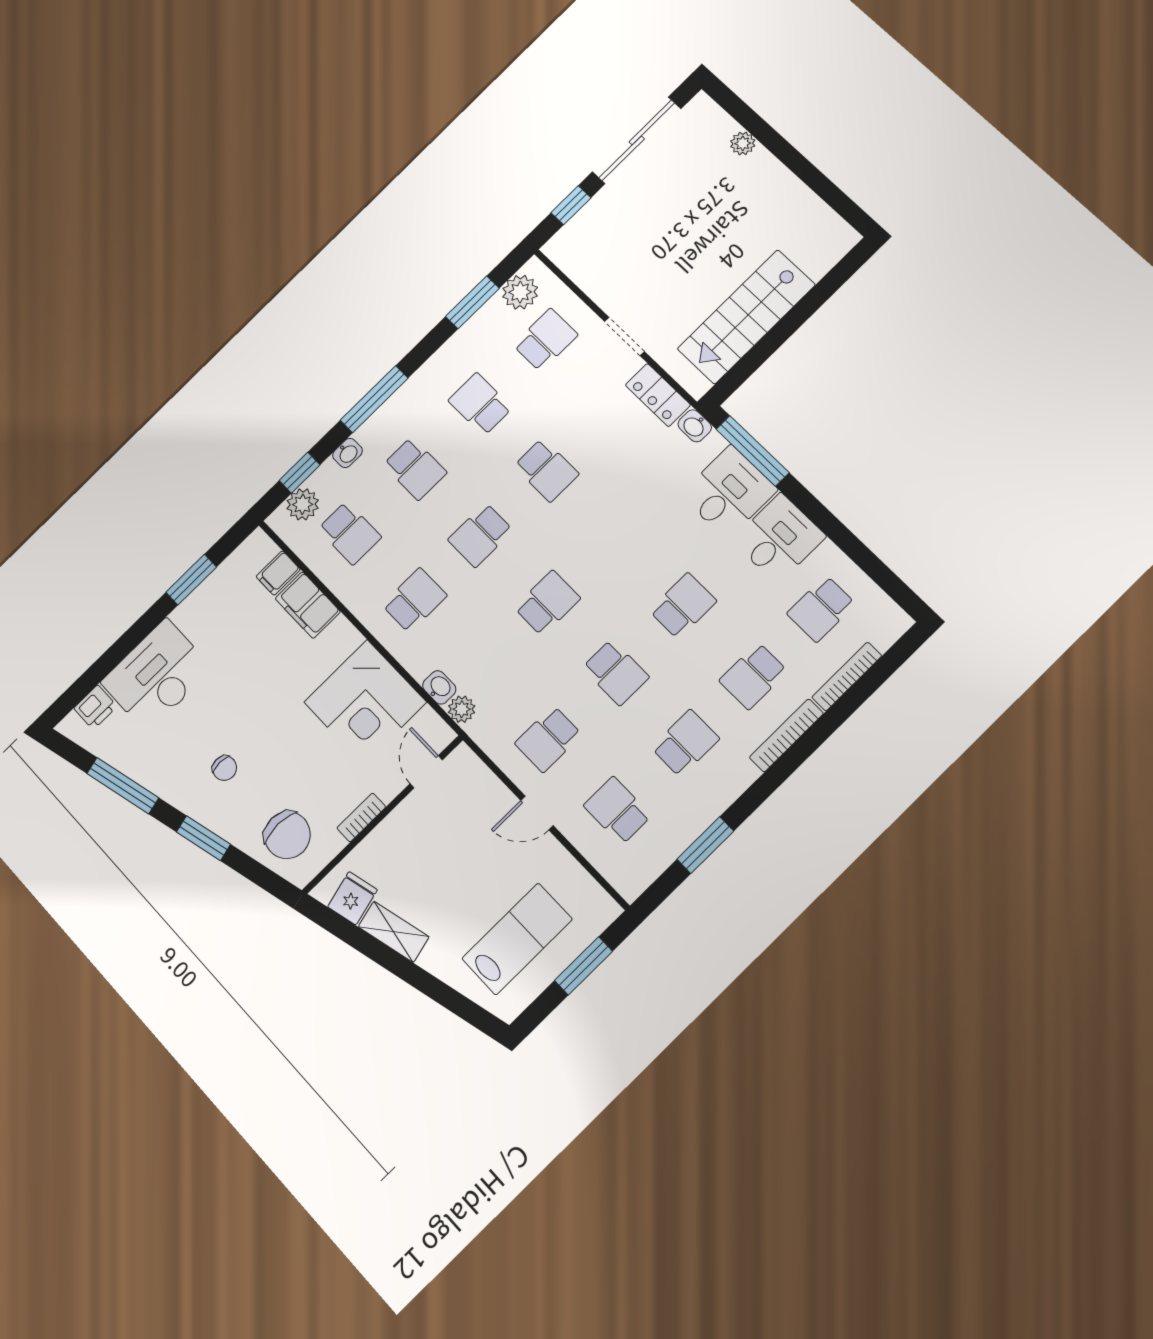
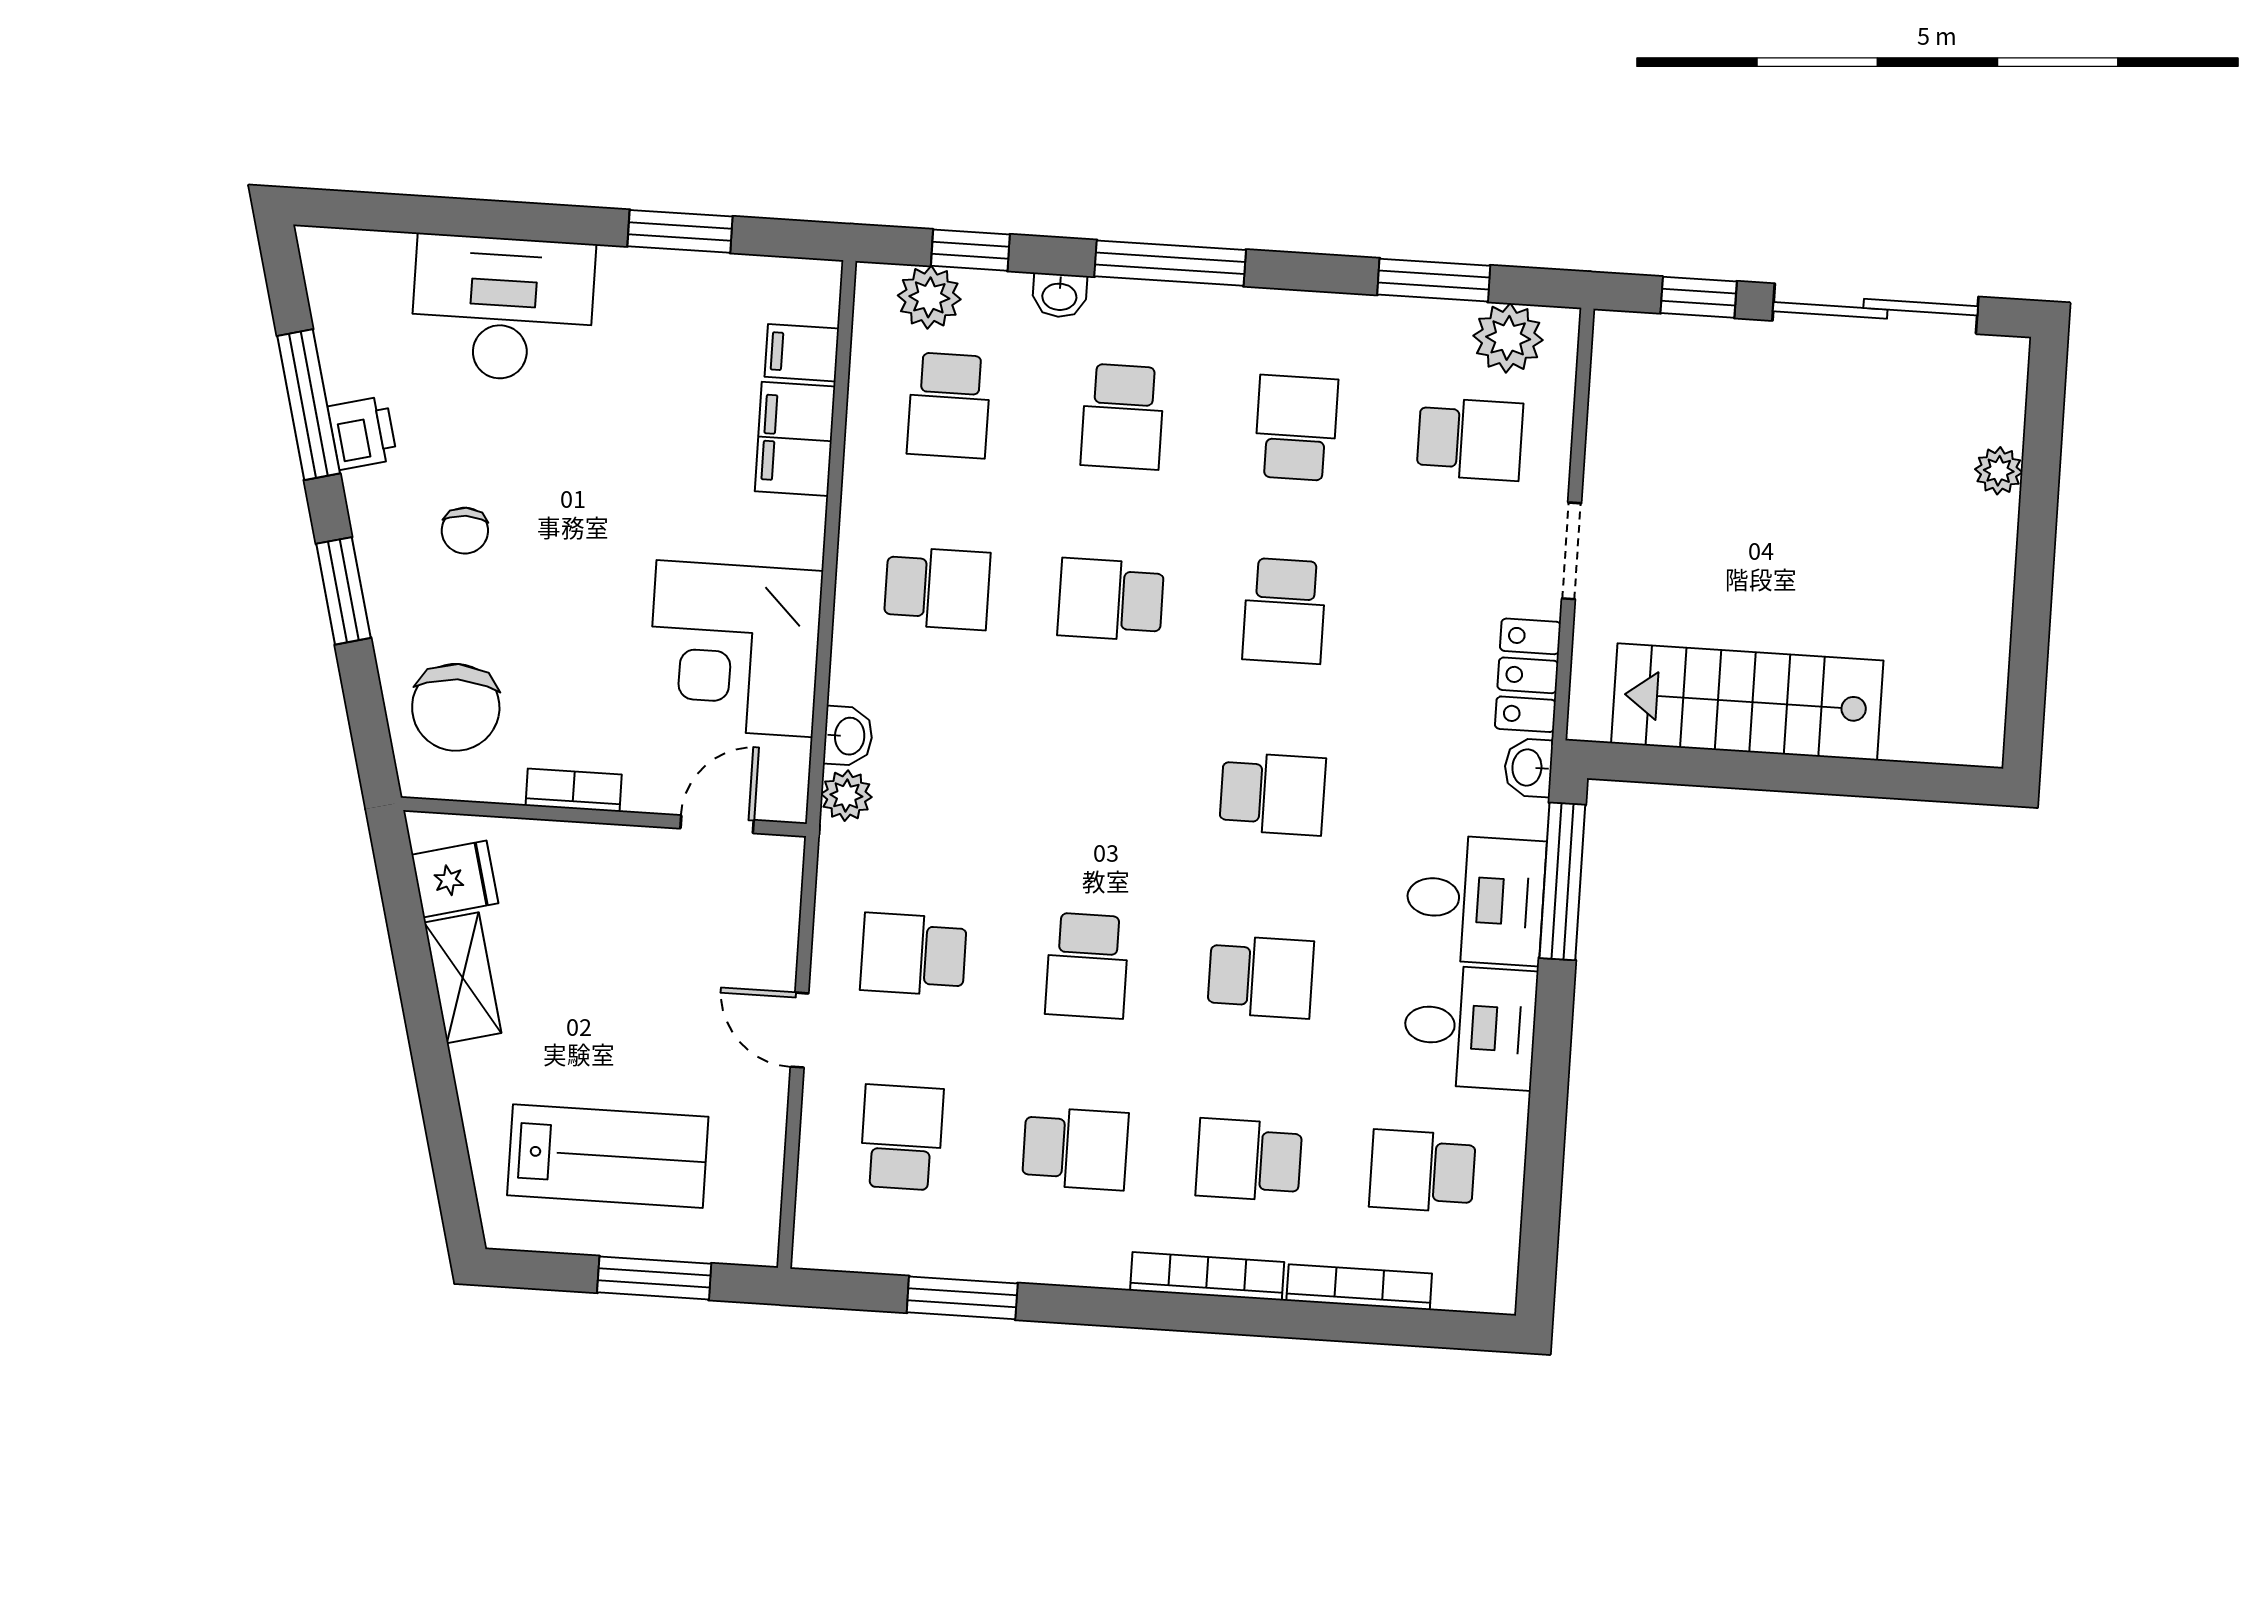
school desk: (547, 603) -> (1273, 794), moved
printer: (95, 707) -> (362, 433), moved, turned -104

